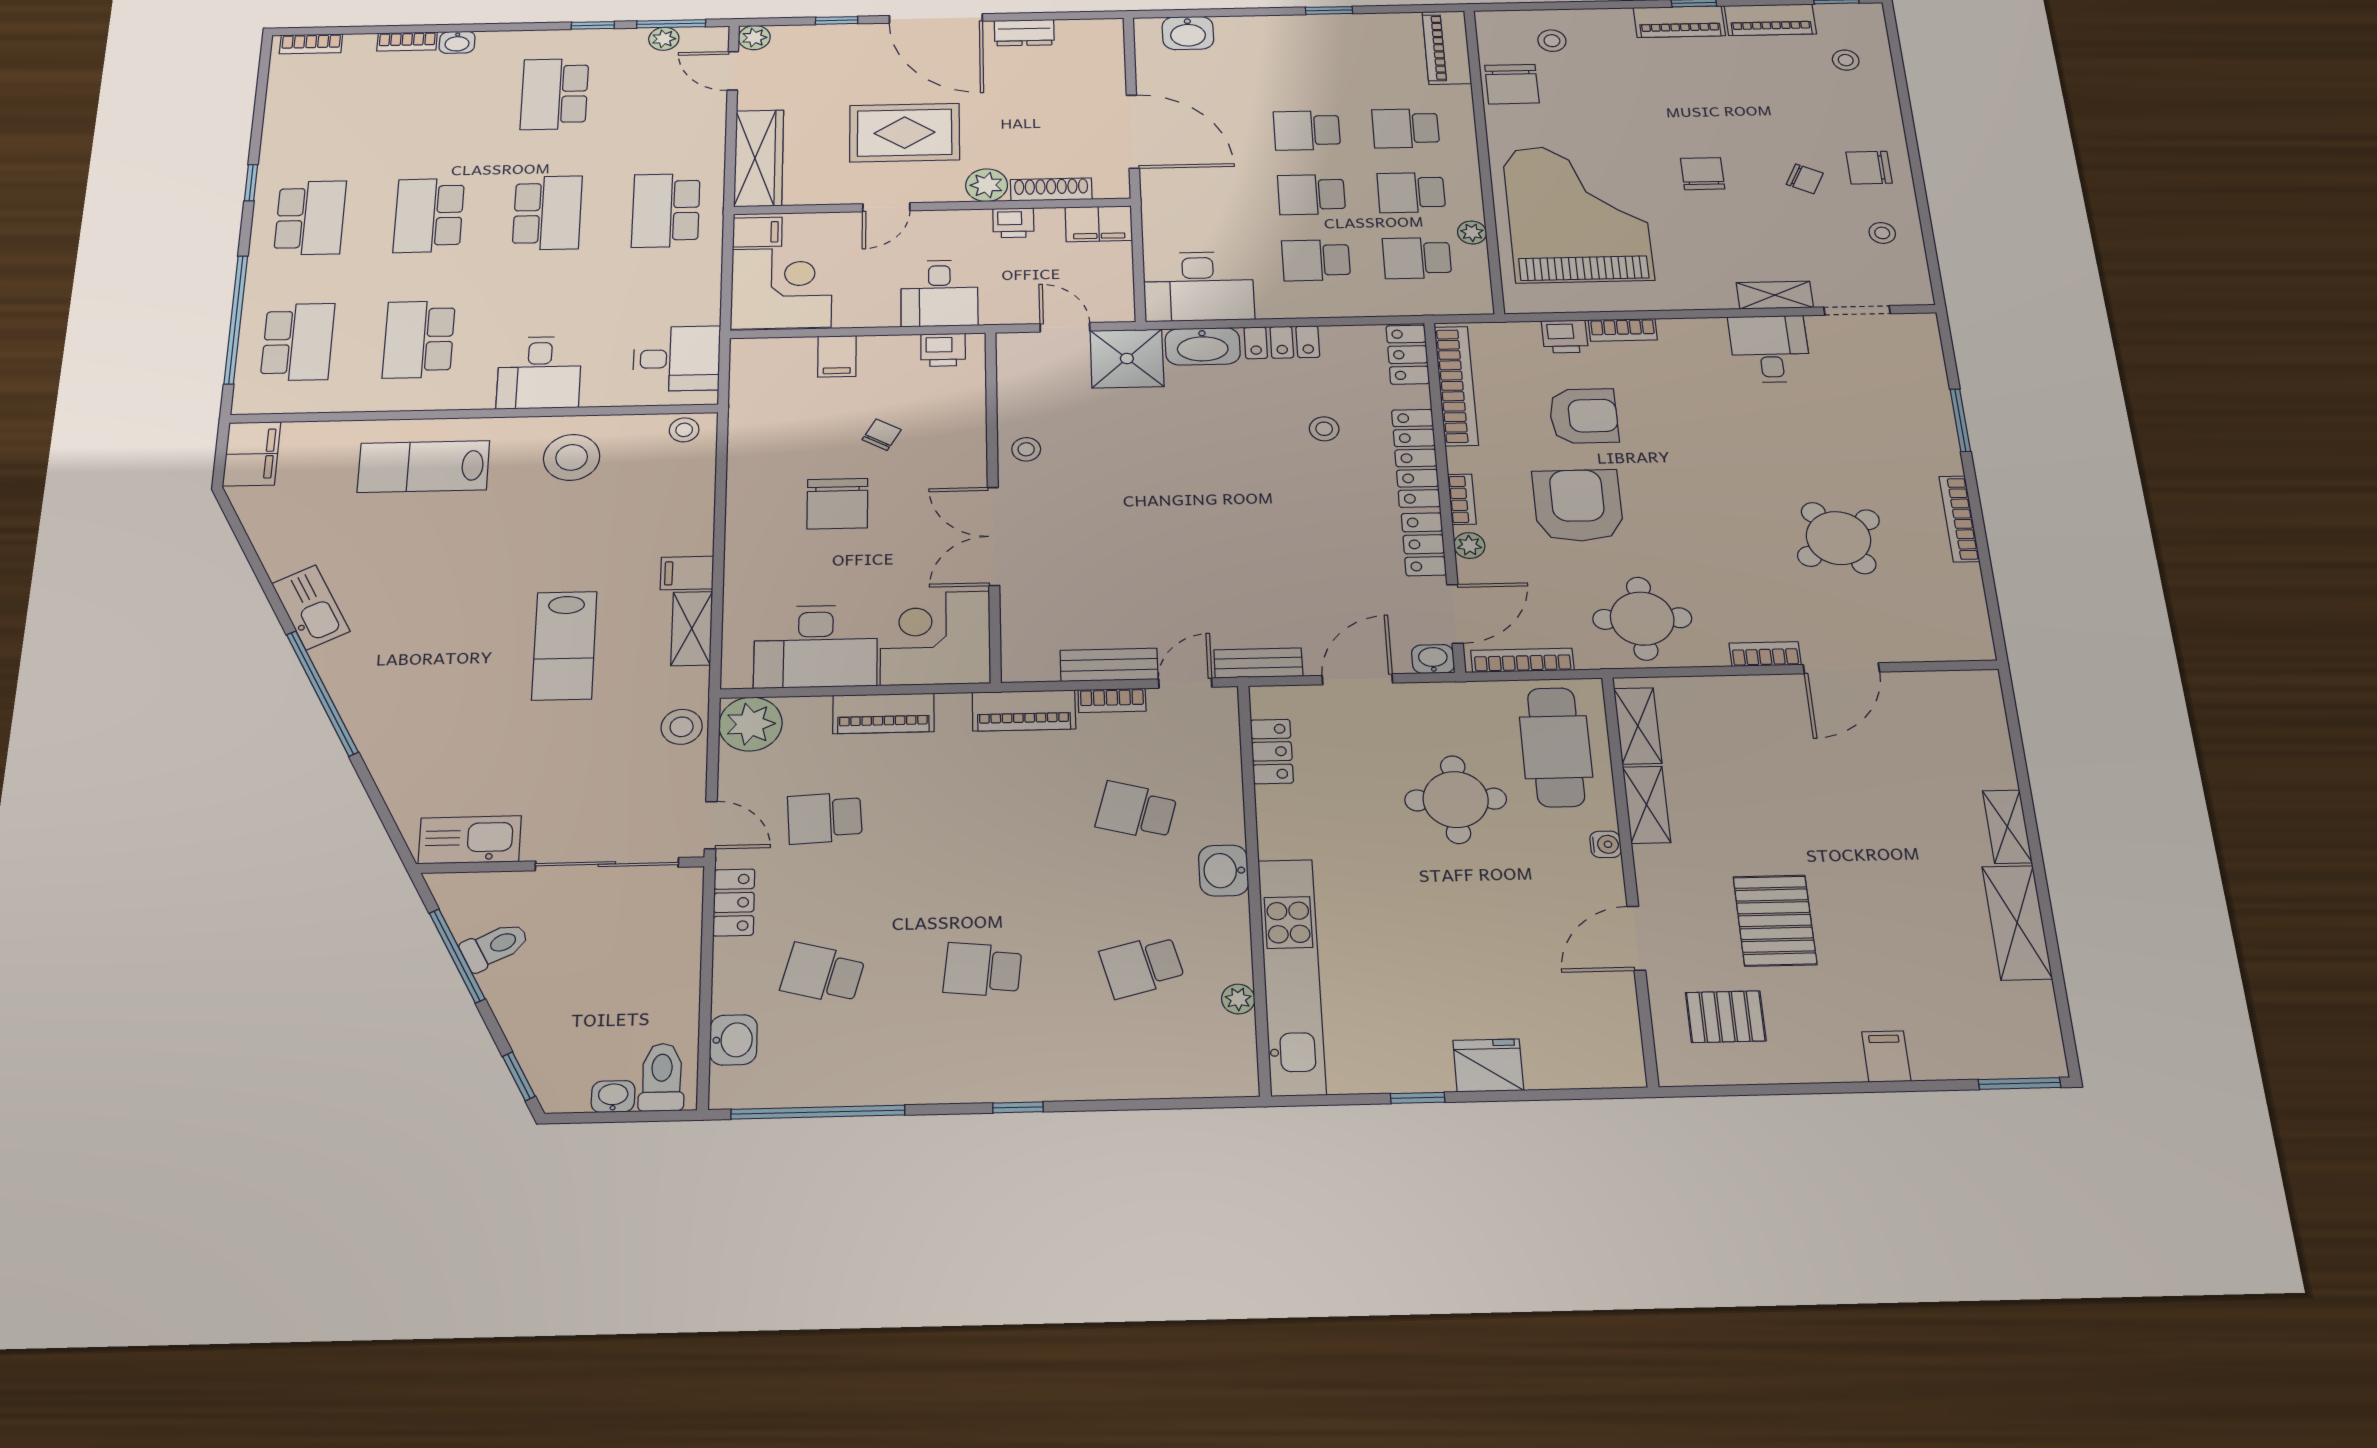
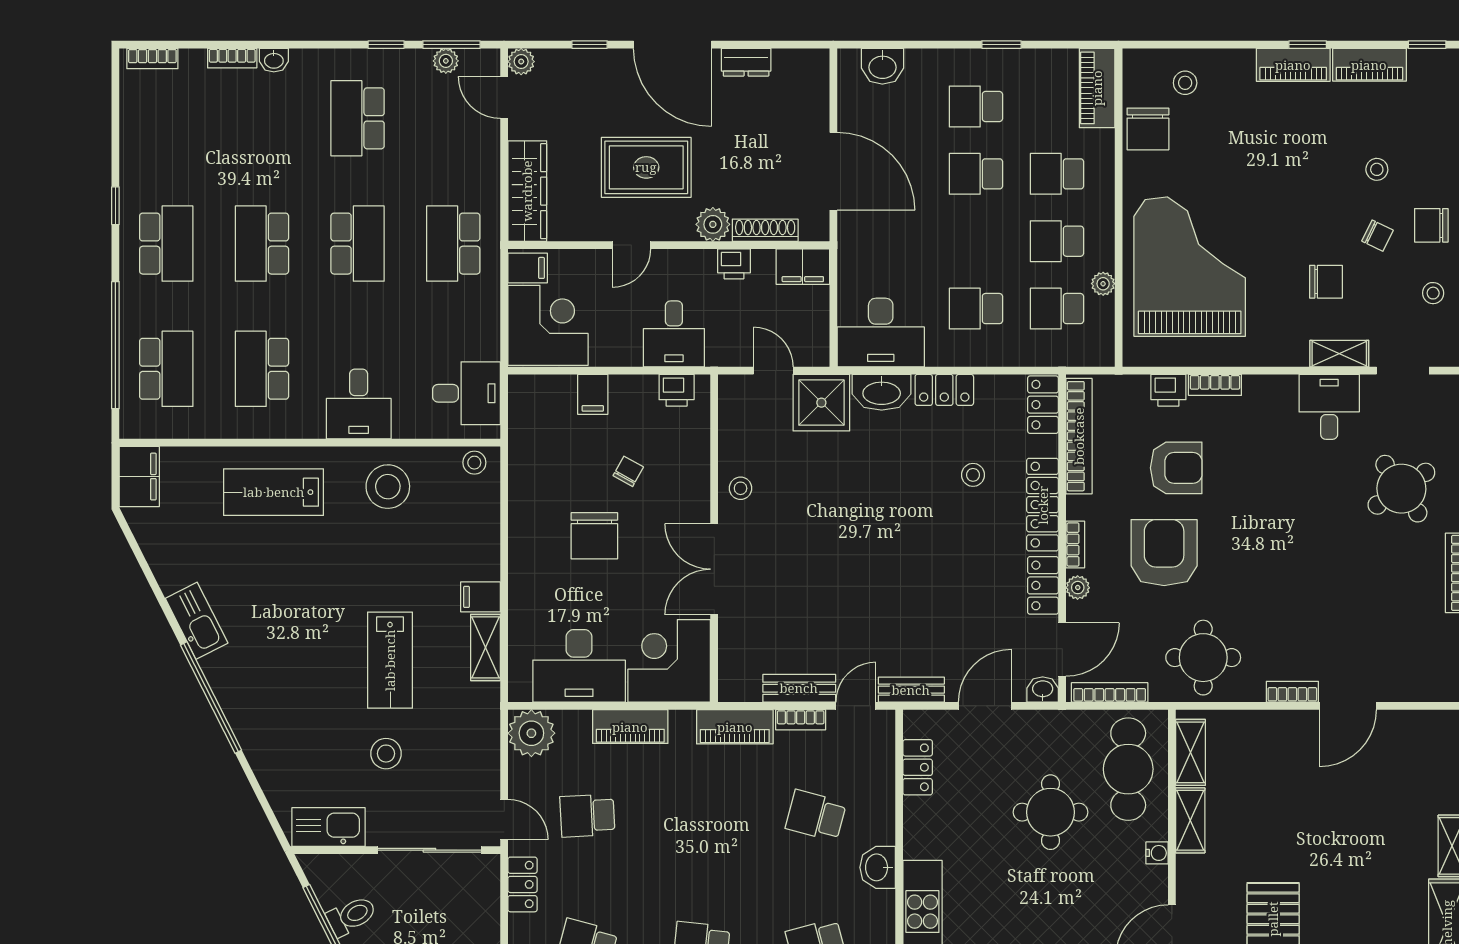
stool: (1846, 60) -> (1377, 169), moved
chair: (1703, 174) -> (1326, 282), moved, turned 90
school desk: (1311, 195) -> (976, 107), moved
round table: (1839, 538) -> (1401, 489), moved
stool: (682, 727) -> (386, 754), moved

